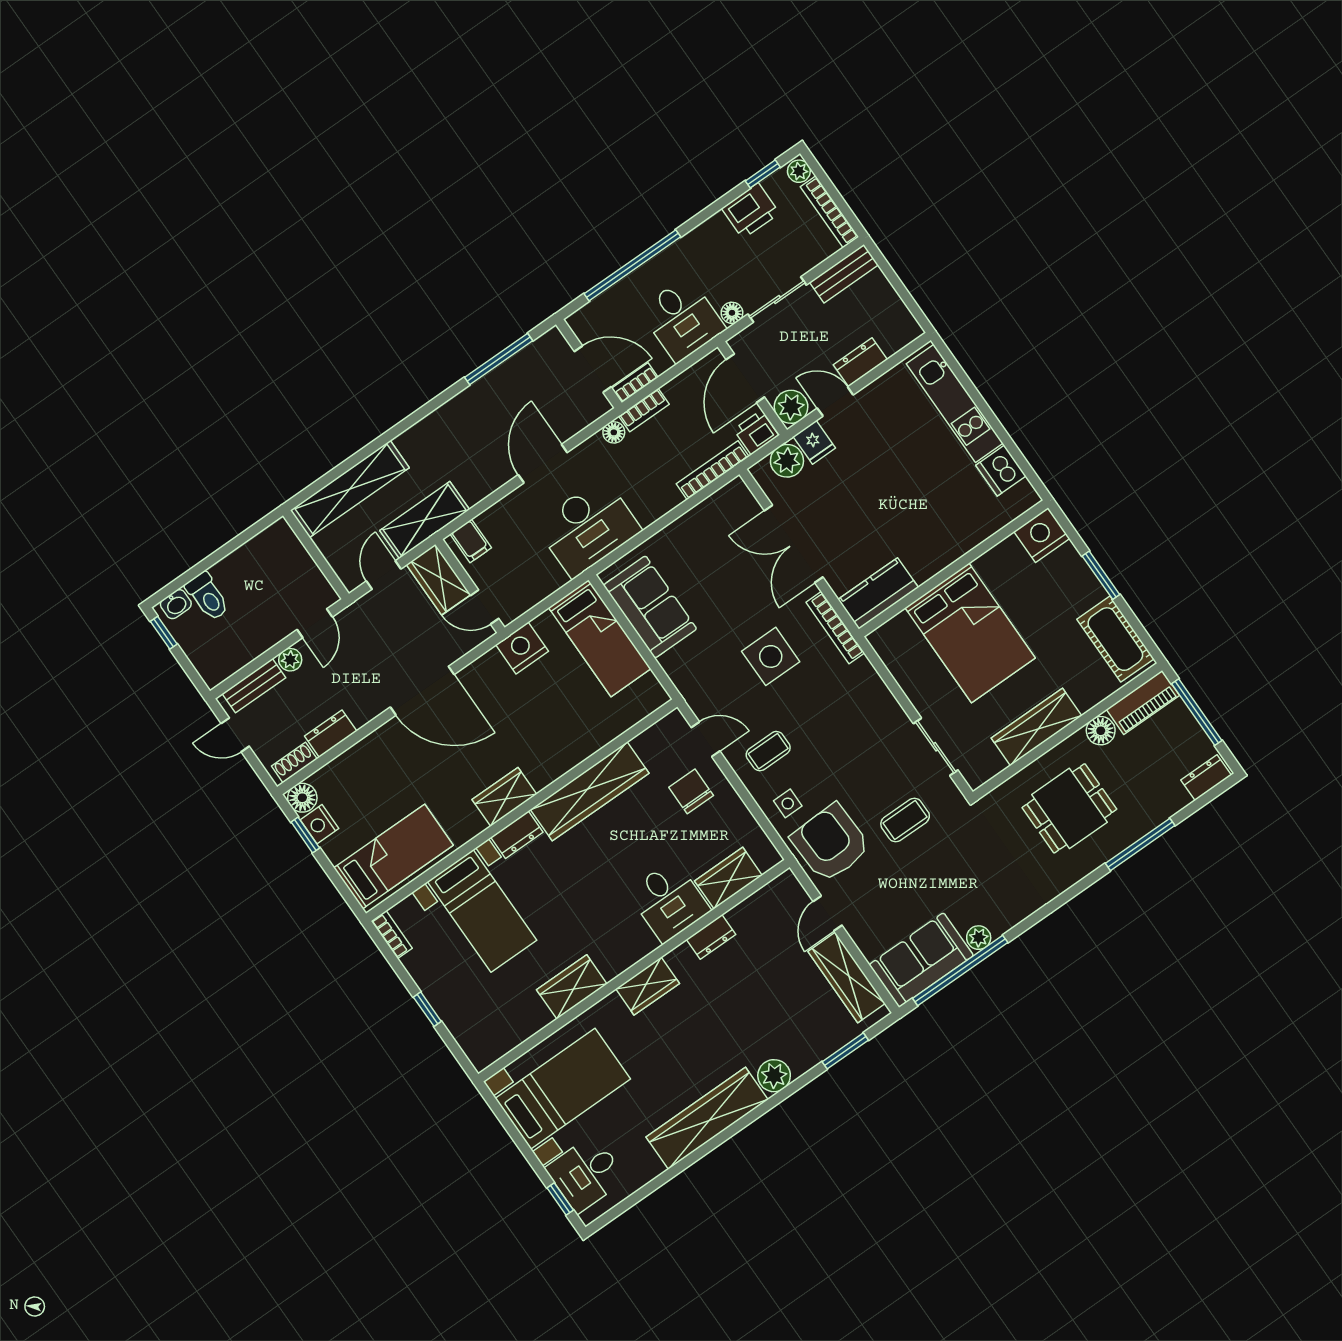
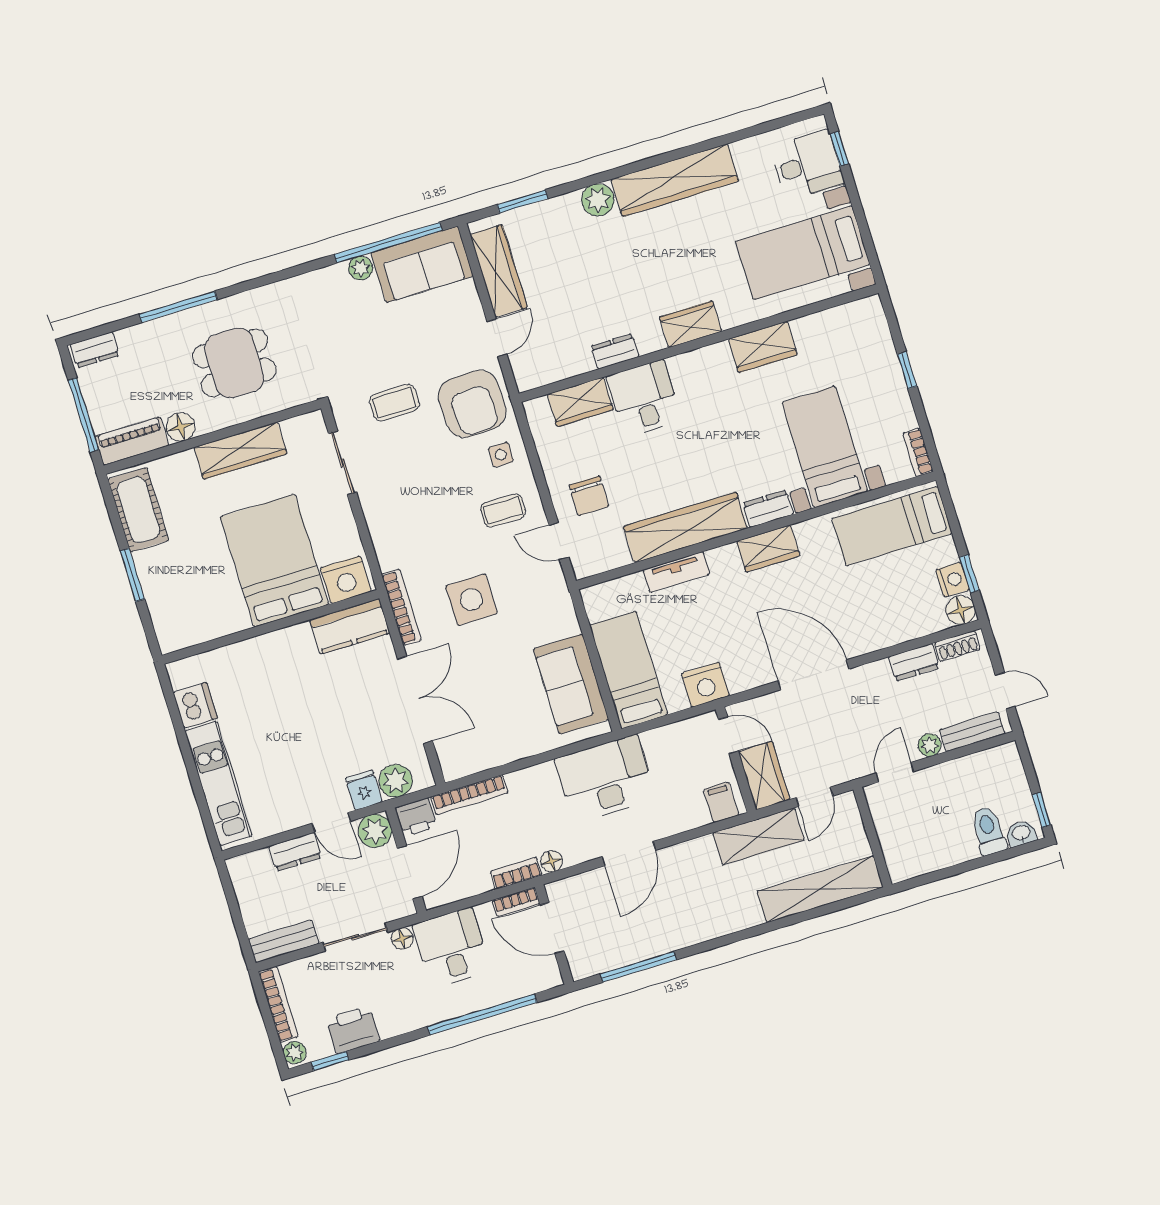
nightstand: (1042, 535) -> (346, 580), moved
tv unit: (584, 746) -> (676, 572), added

